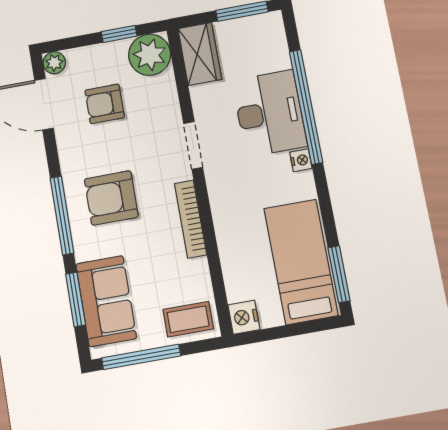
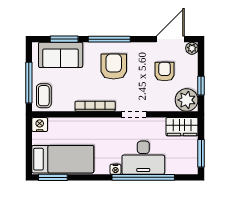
window: (141, 357) -> (29, 83), moved

